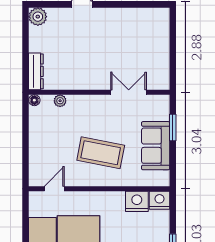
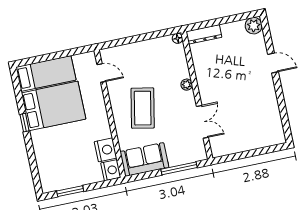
plant: (60, 101) -> (187, 85), moved
window: (173, 127) -> (179, 168), width x1.44
sofa: (156, 146) -> (144, 159), moved

